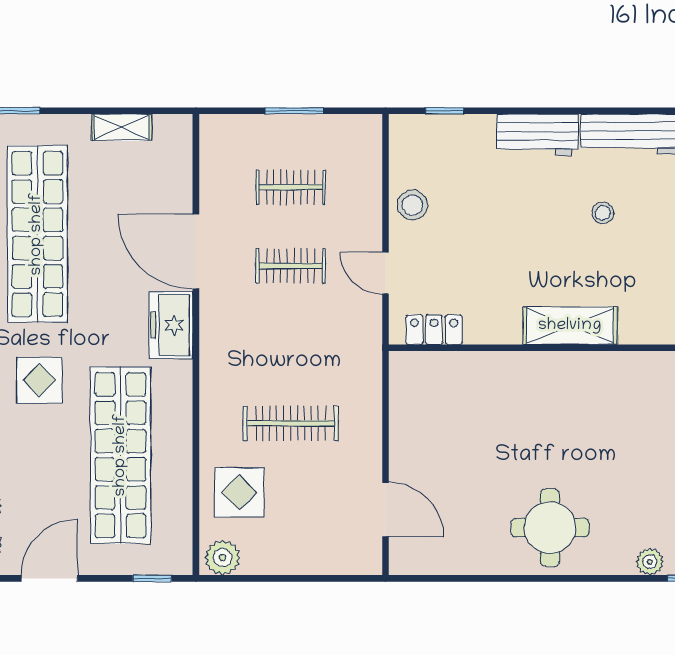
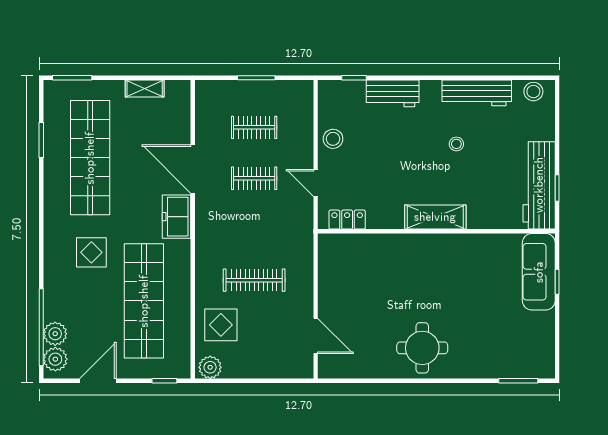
workbench: (538, 135) -> (393, 93), moved
plant: (650, 562) -> (487, 370), removed

